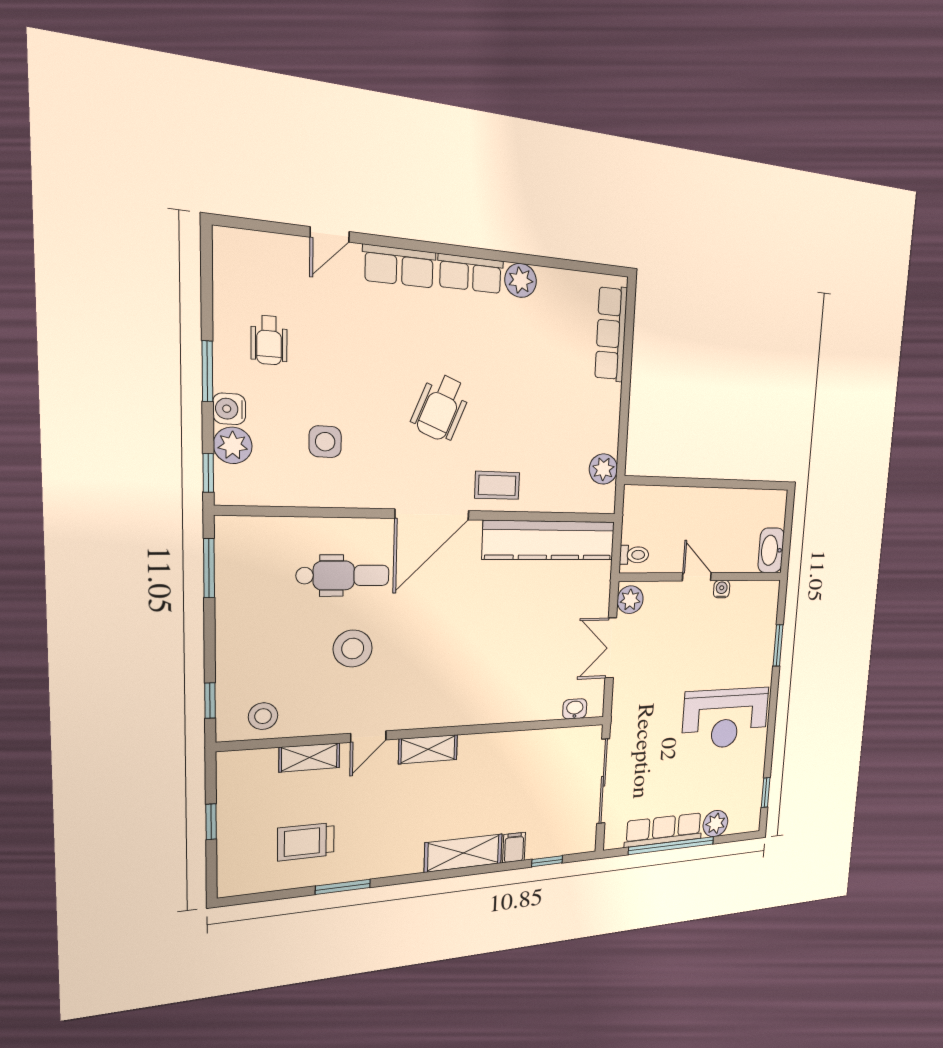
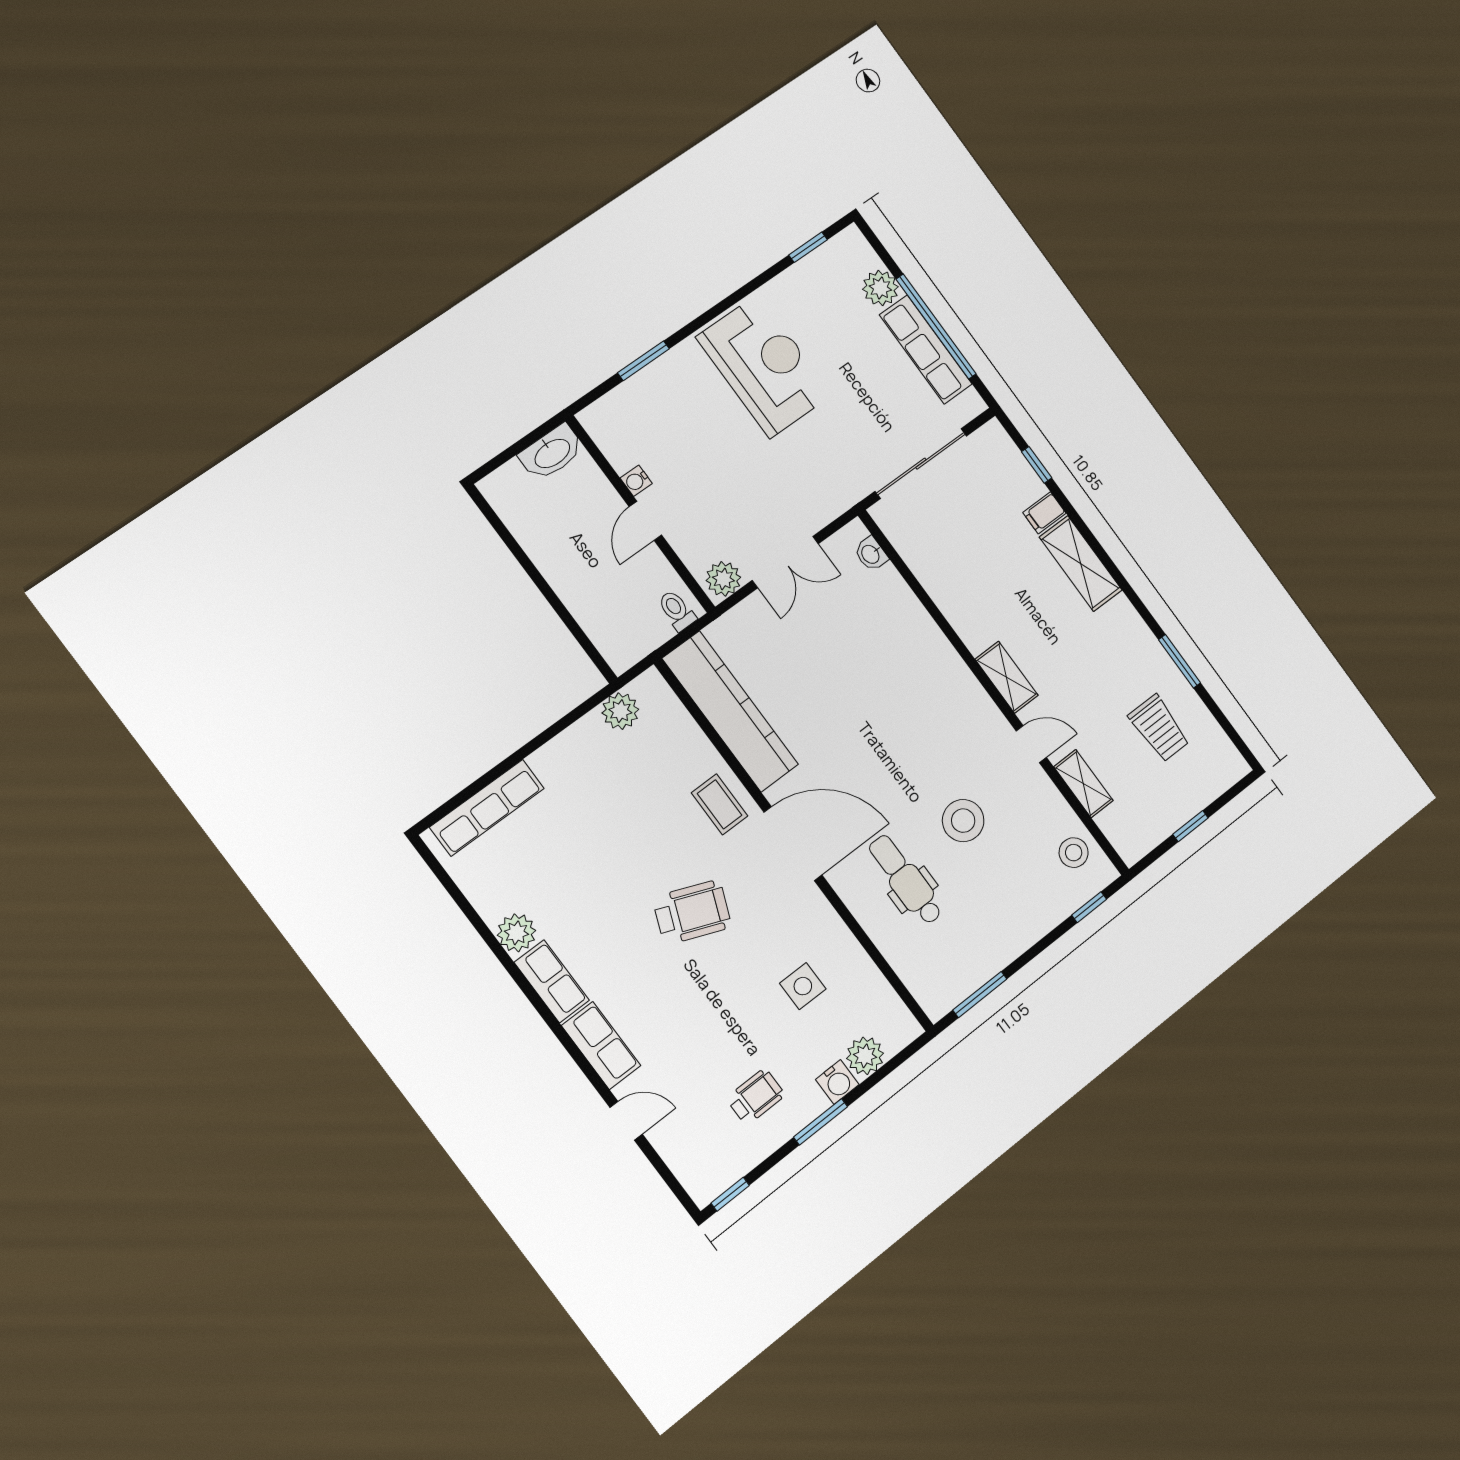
window: (208, 473) -> (730, 1194), moved

